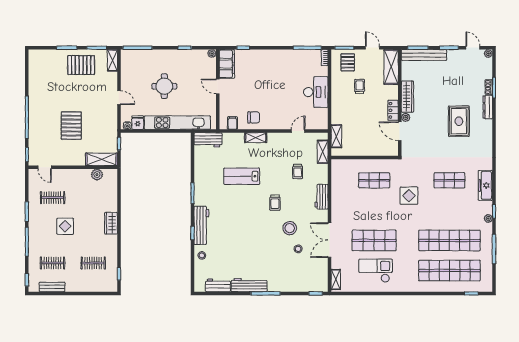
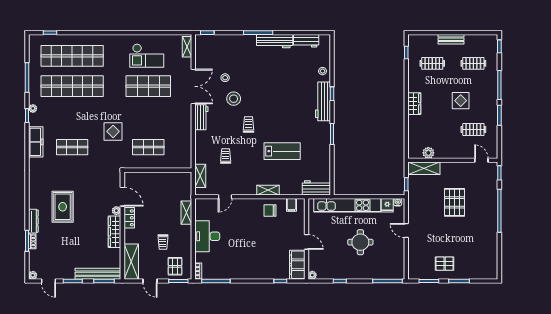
shelving: (112, 60) -> (413, 268), removed
pallet: (81, 65) -> (445, 264), width x0.67, depth x0.71
shelving: (336, 136) -> (186, 213), moved
workbench: (321, 197) -> (201, 117), moved
bench: (52, 287) -> (451, 39), moved

